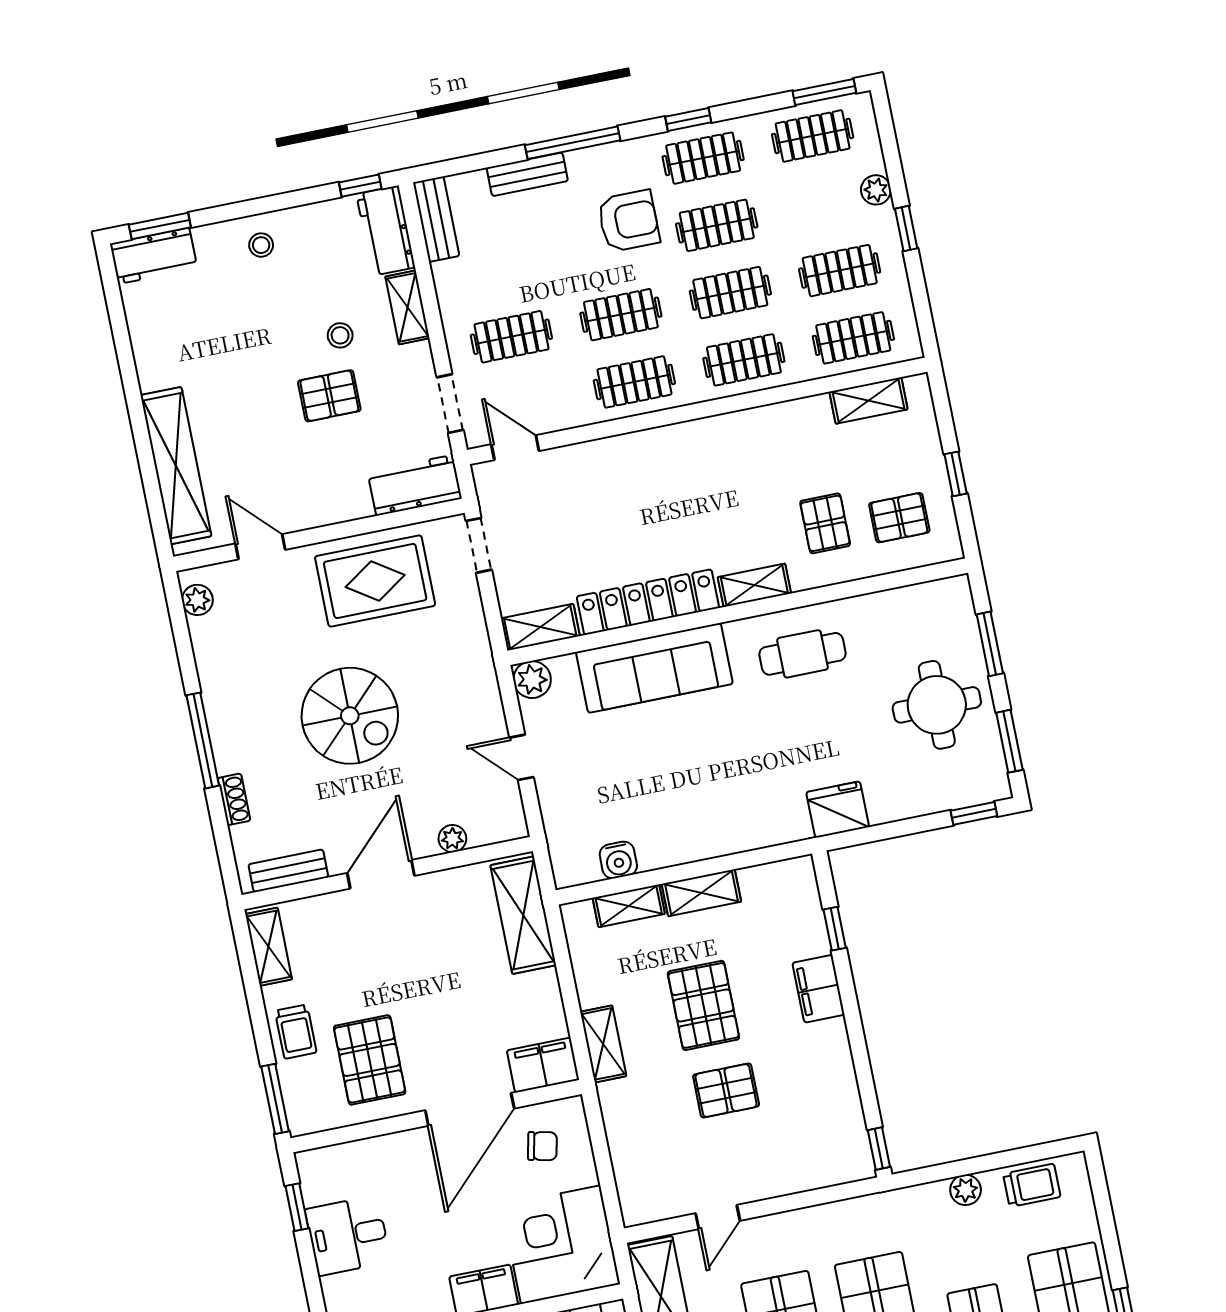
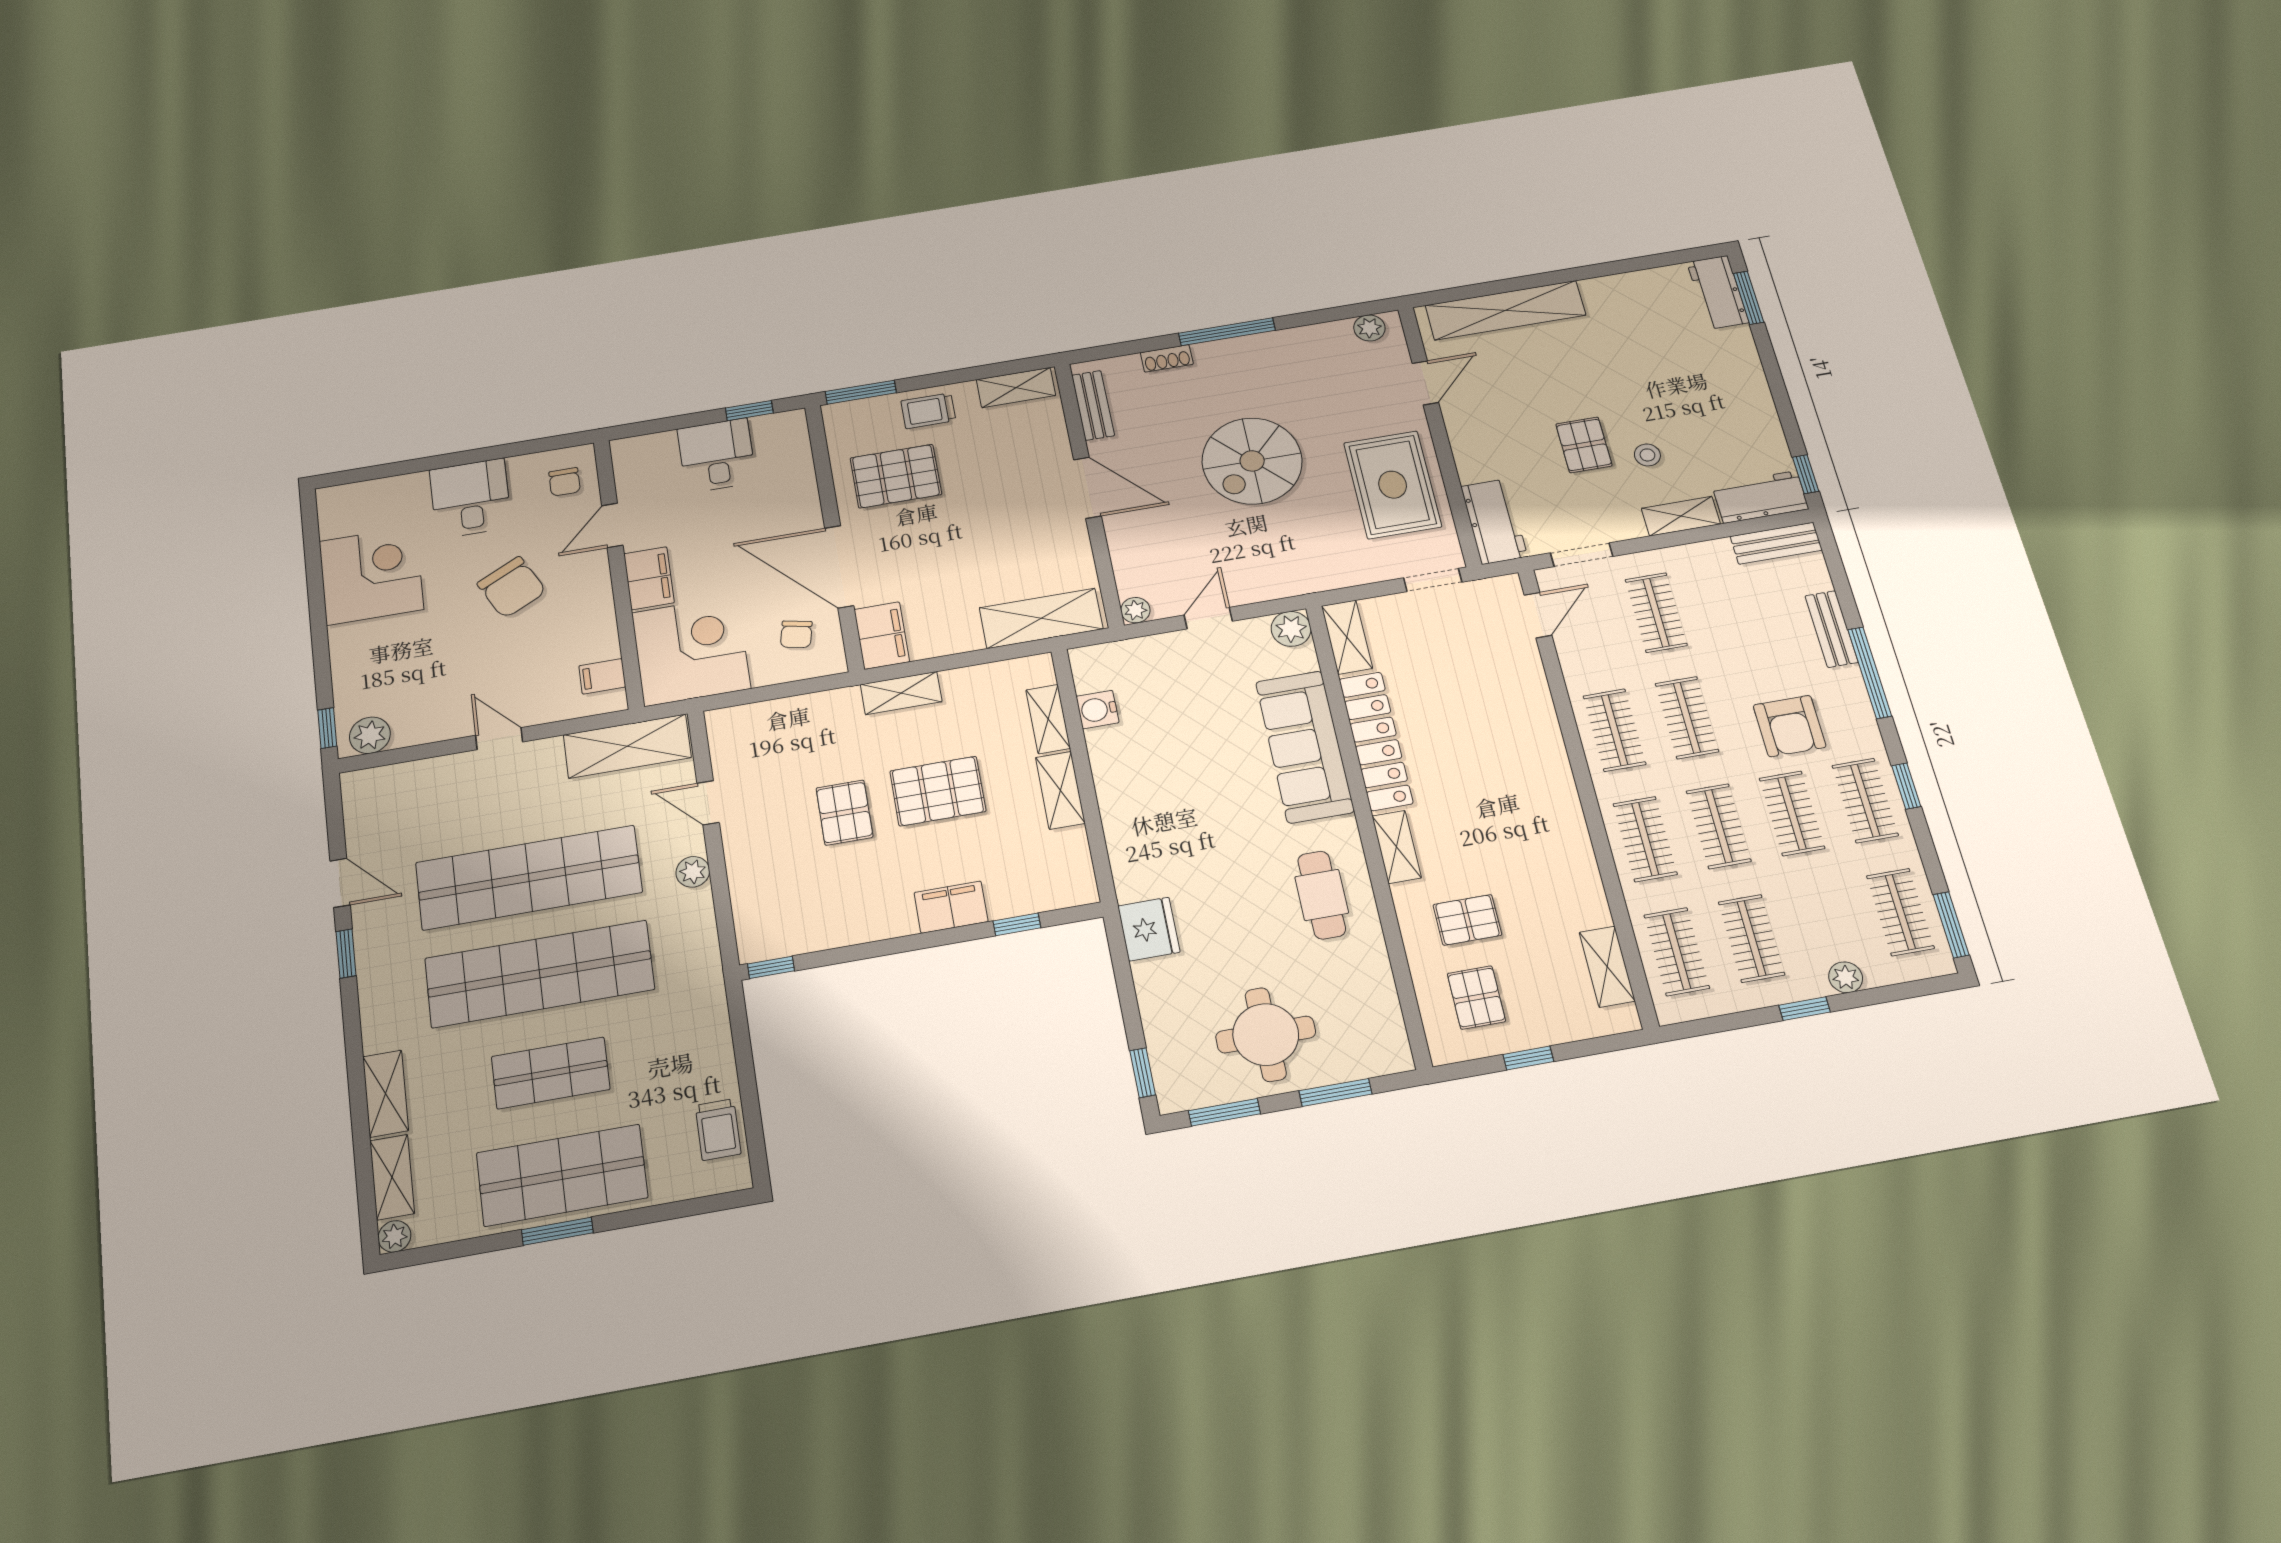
stool: (261, 245) -> (1736, 385), removed
plant: (452, 839) -> (1135, 610), moved
plant: (966, 1190) -> (693, 872), moved

